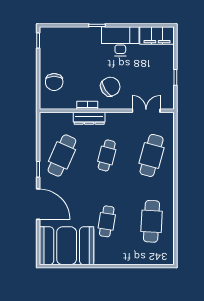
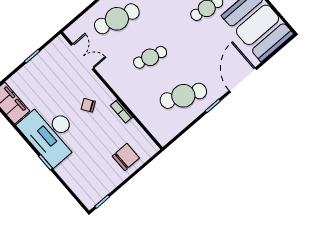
desk: (120, 41) -> (51, 133), width x1.36, depth x1.30
chair: (110, 87) -> (88, 105), width x0.54, depth x0.54
double door: (146, 111) -> (82, 57), swing flipped
dresser: (89, 118) -> (131, 100), removed

